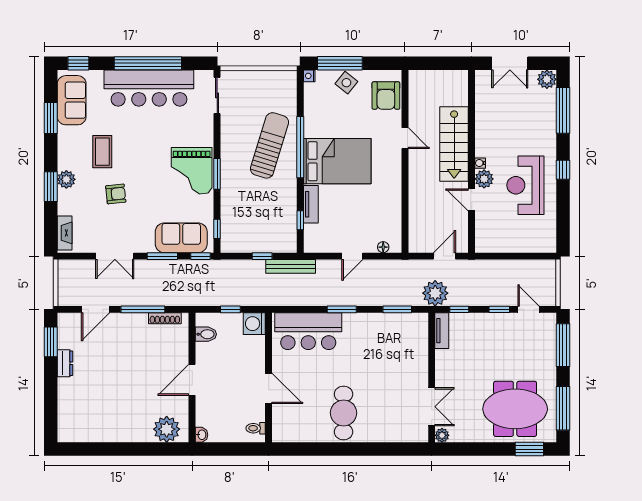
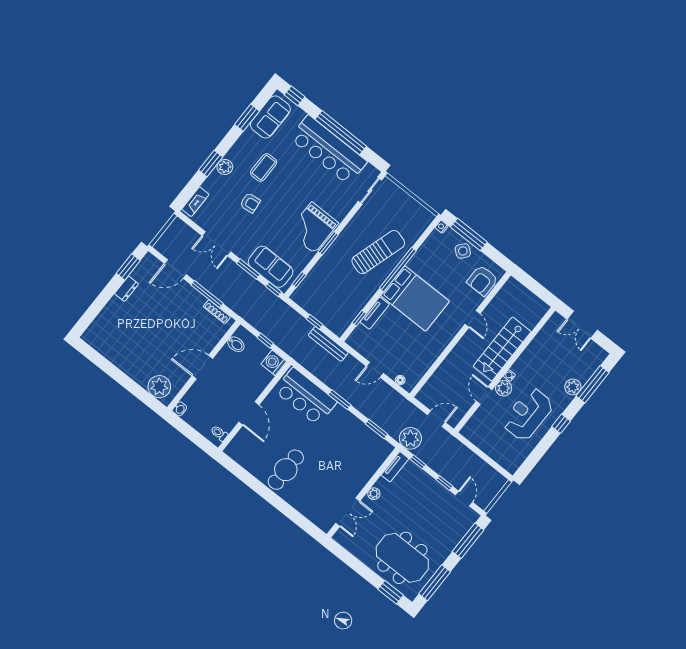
plant: (547, 79) -> (573, 387), moved
plant: (442, 435) -> (374, 494), moved

